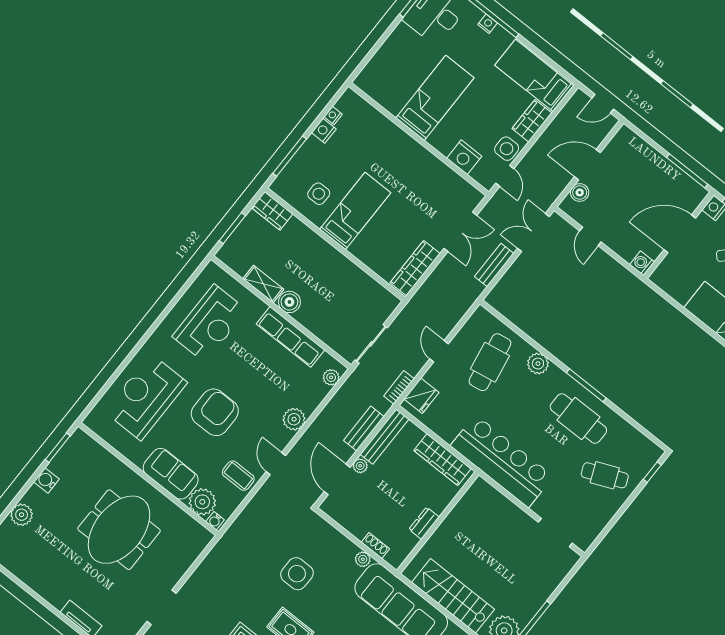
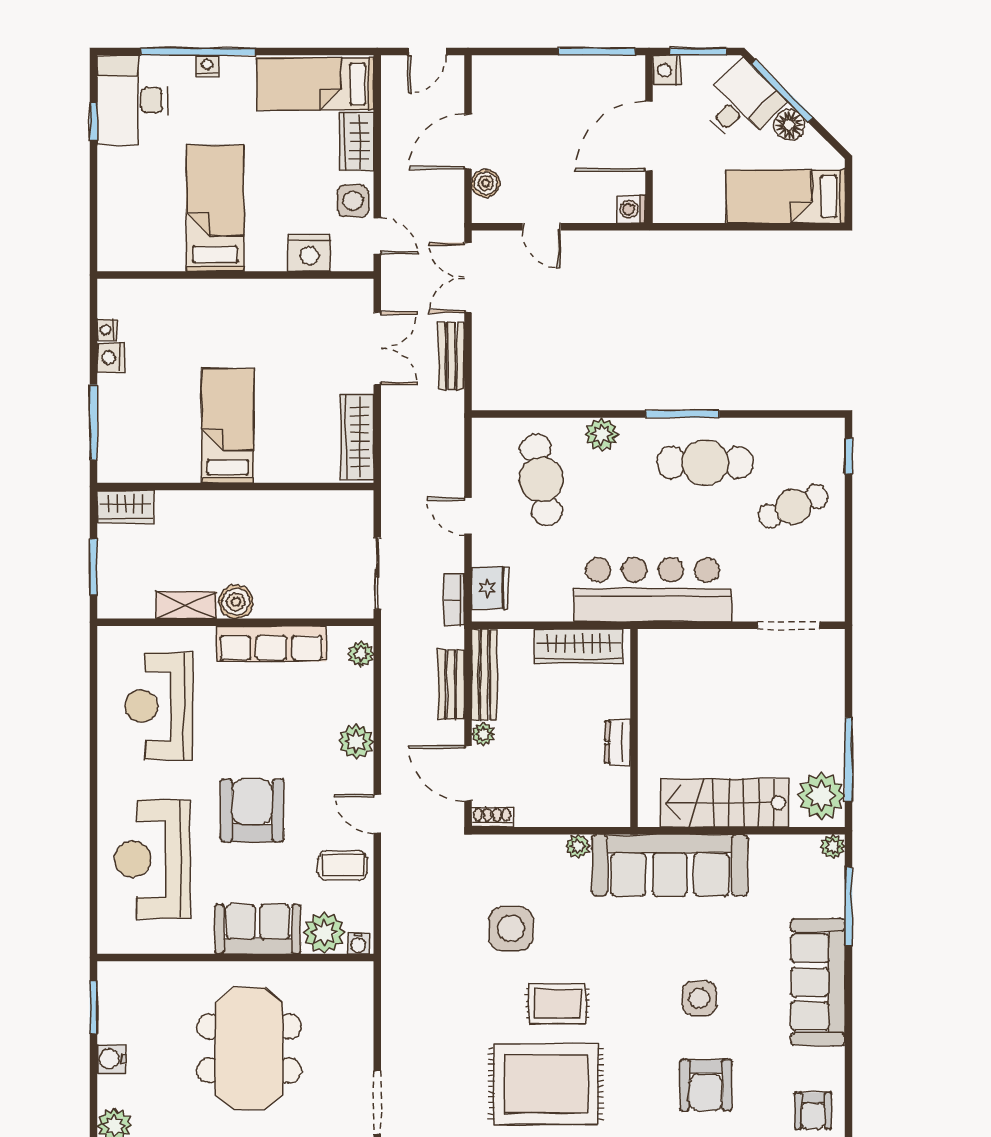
side table: (319, 194) -> (166, 440), removed
reception desk: (210, 323) -> (159, 706), turned 180
shoe rack: (375, 545) -> (492, 817), moved

